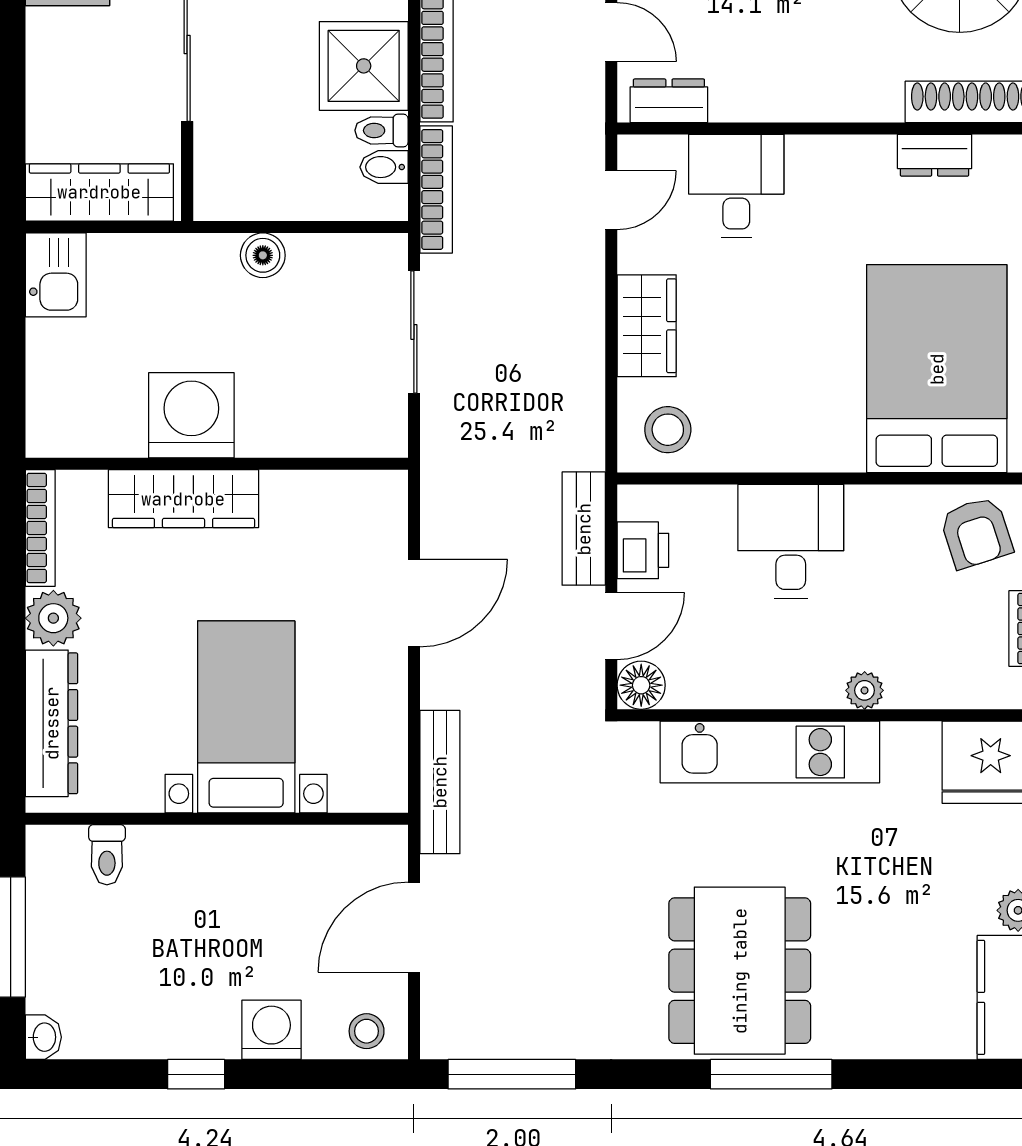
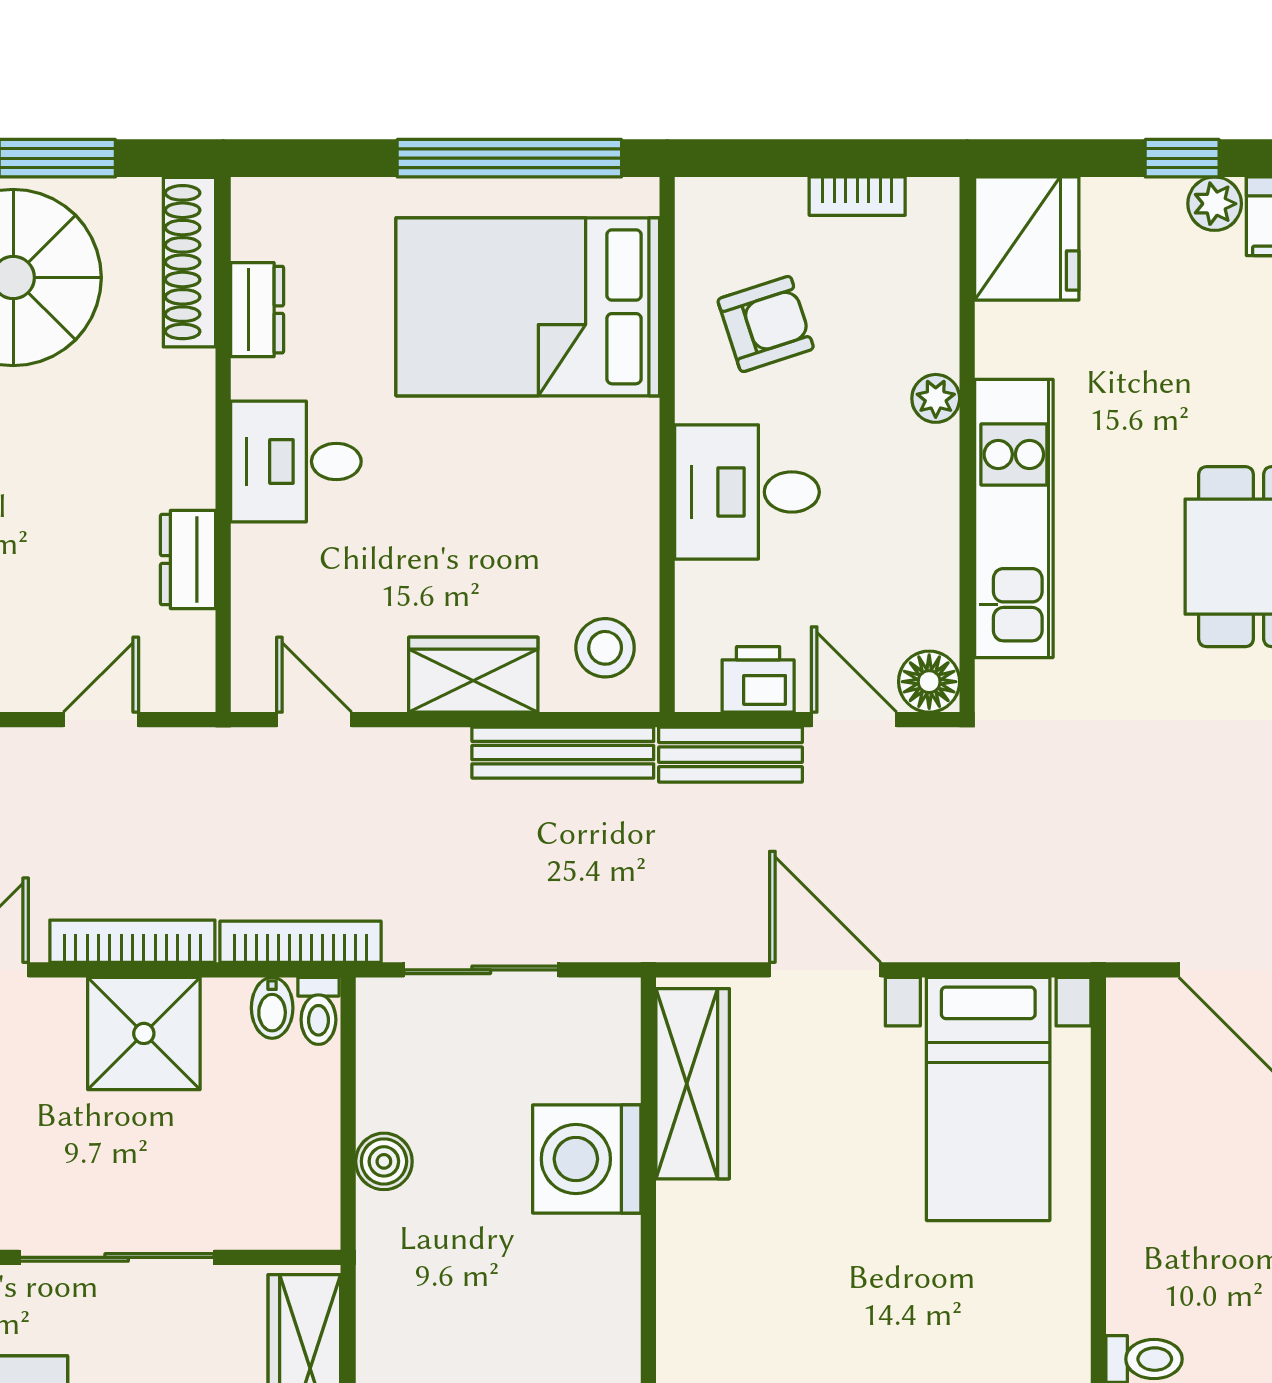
dresser: (669, 101) -> (188, 560), moved
toilet: (382, 130) -> (318, 1011), moved
desk: (736, 186) -> (296, 461), moved
washing machine: (191, 415) -> (587, 1159), moved
wardrobe: (183, 499) -> (693, 1084), moved
armchair: (976, 533) -> (766, 324), moved
bed with nightstands: (246, 717) -> (988, 1099), moved, turned -90
bench: (440, 782) -> (563, 753), moved

